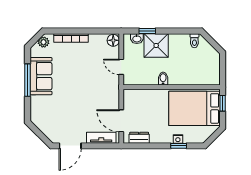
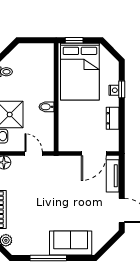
door: (121, 67) -> (34, 154), swing flipped
sofa: (41, 76) -> (71, 243), moved
dresser: (139, 138) -> (113, 118), moved

